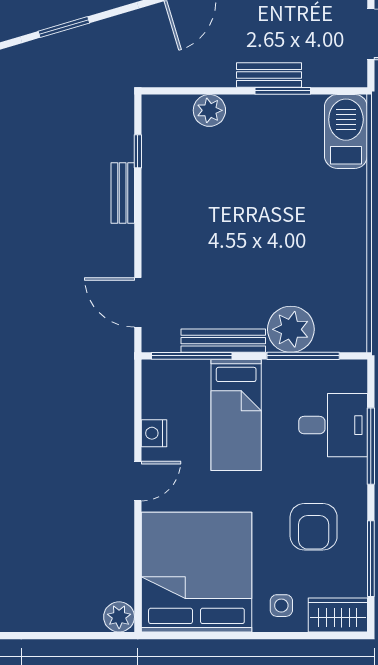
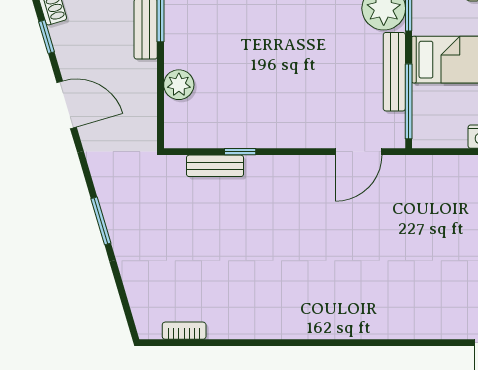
window: (138, 151) -> (240, 152), moved
bench: (123, 193) -> (215, 166), moved

